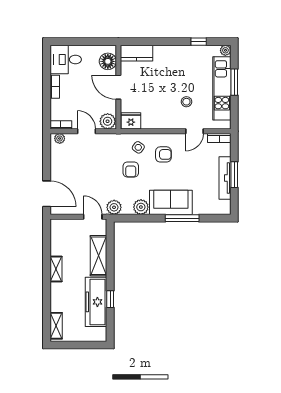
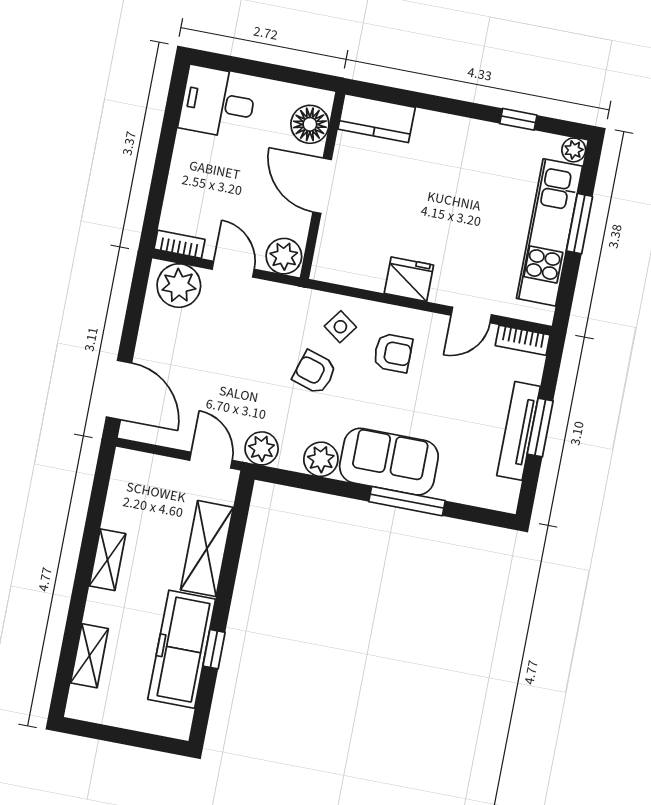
bookcase: (55, 87) -> (182, 158), removed
stool: (186, 102) -> (466, 247), removed
fridge: (131, 121) -> (409, 279), moved
plant: (60, 138) -> (179, 286), width x1.87, depth x1.87
armchair: (131, 170) -> (314, 372), turned 107
shelving: (56, 326) -> (89, 656), moved

